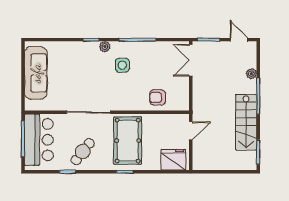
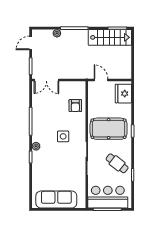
side table: (122, 65) -> (63, 136), moved
stairs: (246, 122) -> (110, 37), moved

